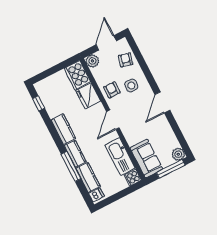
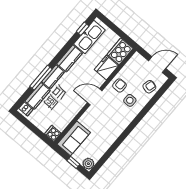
plant: (92, 61) -> (137, 59), removed
door: (162, 102) -> (126, 132), removed
kitchen sink: (120, 157) -> (89, 37), moved, turned 180
window: (171, 169) -> (73, 162), width x0.46

